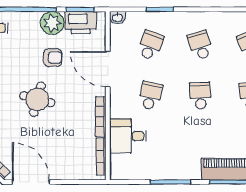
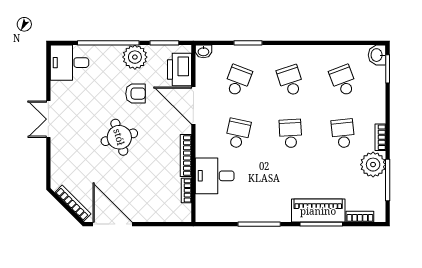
printer: (81, 22) -> (180, 69), moved, turned 90
round table: (37, 99) -> (119, 137), turned -31
bookcase: (101, 157) -> (186, 190), width x0.64

